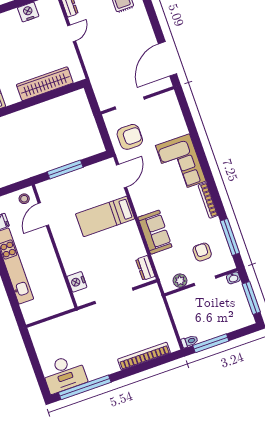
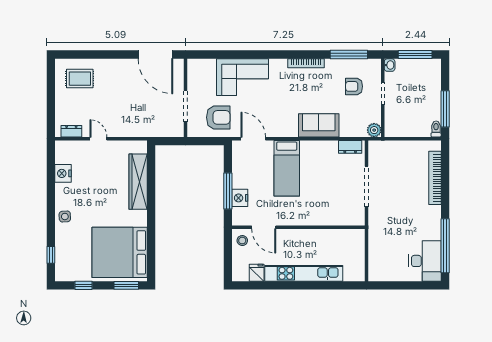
armchair: (130, 137) -> (218, 117), turned 90
corner sofa: (181, 163) -> (243, 77), moved
plant: (180, 281) -> (374, 130), moved
nightstand: (77, 282) -> (240, 198), moved, turned 90

